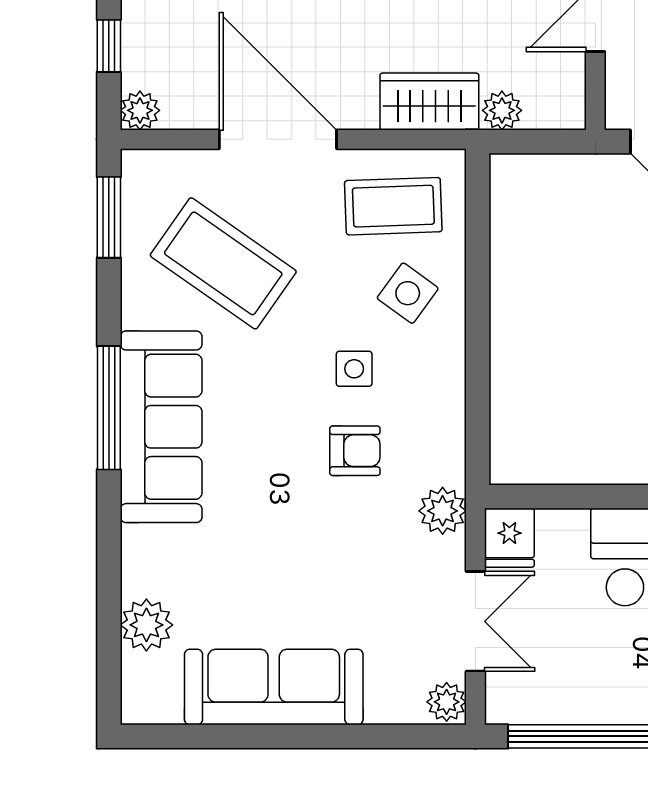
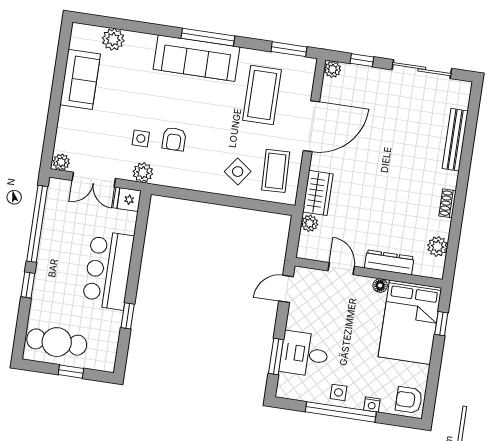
coffee table: (223, 263) -> (262, 95), turned -35
side table: (354, 369) -> (141, 138), moved
sofa: (274, 687) -> (80, 79), width x0.73

